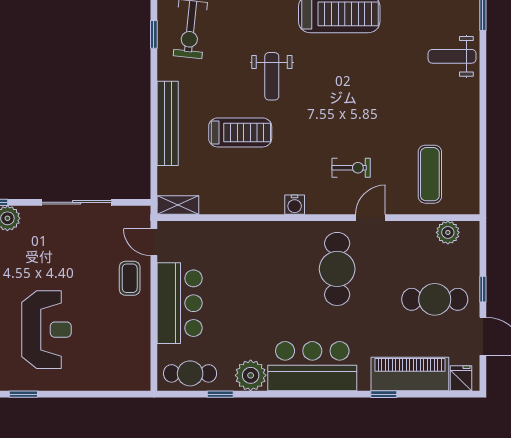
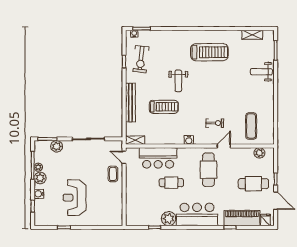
bar counter: (180, 303) -> (158, 158), moved, turned 90
reception desk: (46, 330) -> (75, 198), turned 180
cafe table: (190, 373) -> (171, 183), moved

